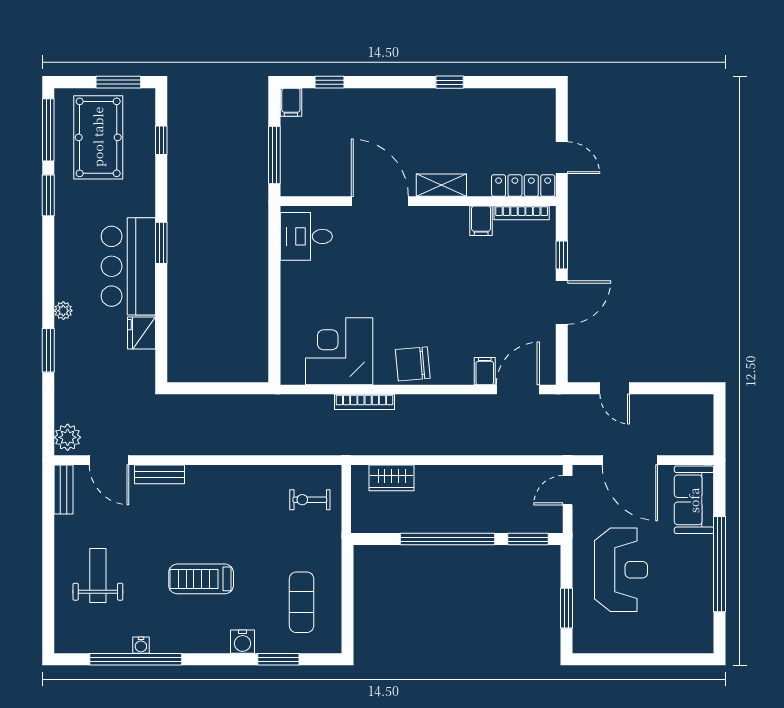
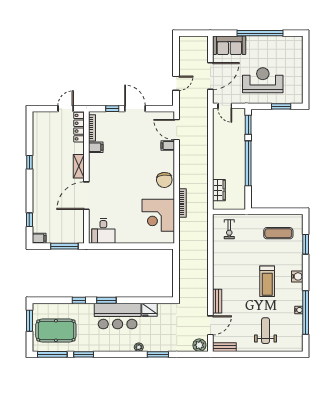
window: (161, 140) -> (79, 300), moved
weight bench: (98, 575) -> (266, 331), turned 90
water cooler: (242, 642) -> (297, 276), moved

